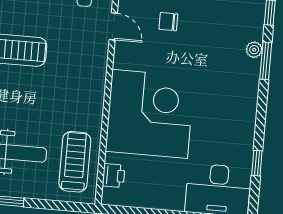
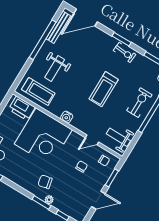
chair: (227, 72) -> (45, 182), added
water cooler: (95, 90) -> (67, 117), added
printer: (114, 176) -> (22, 108), width x1.87, depth x1.48

